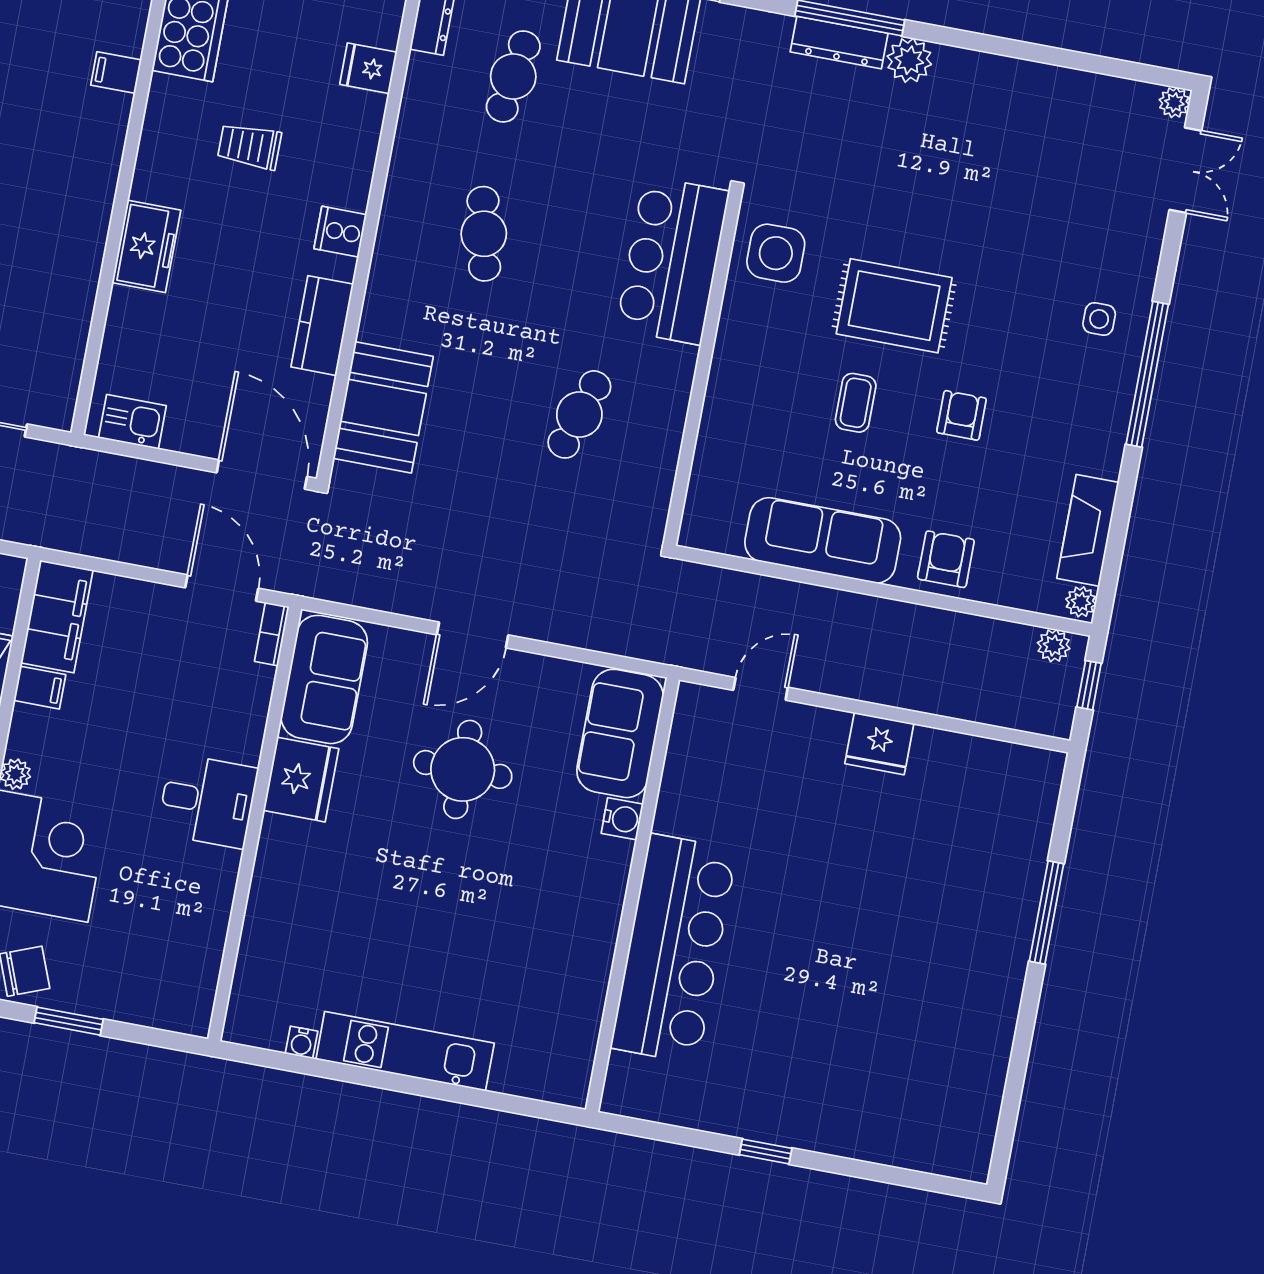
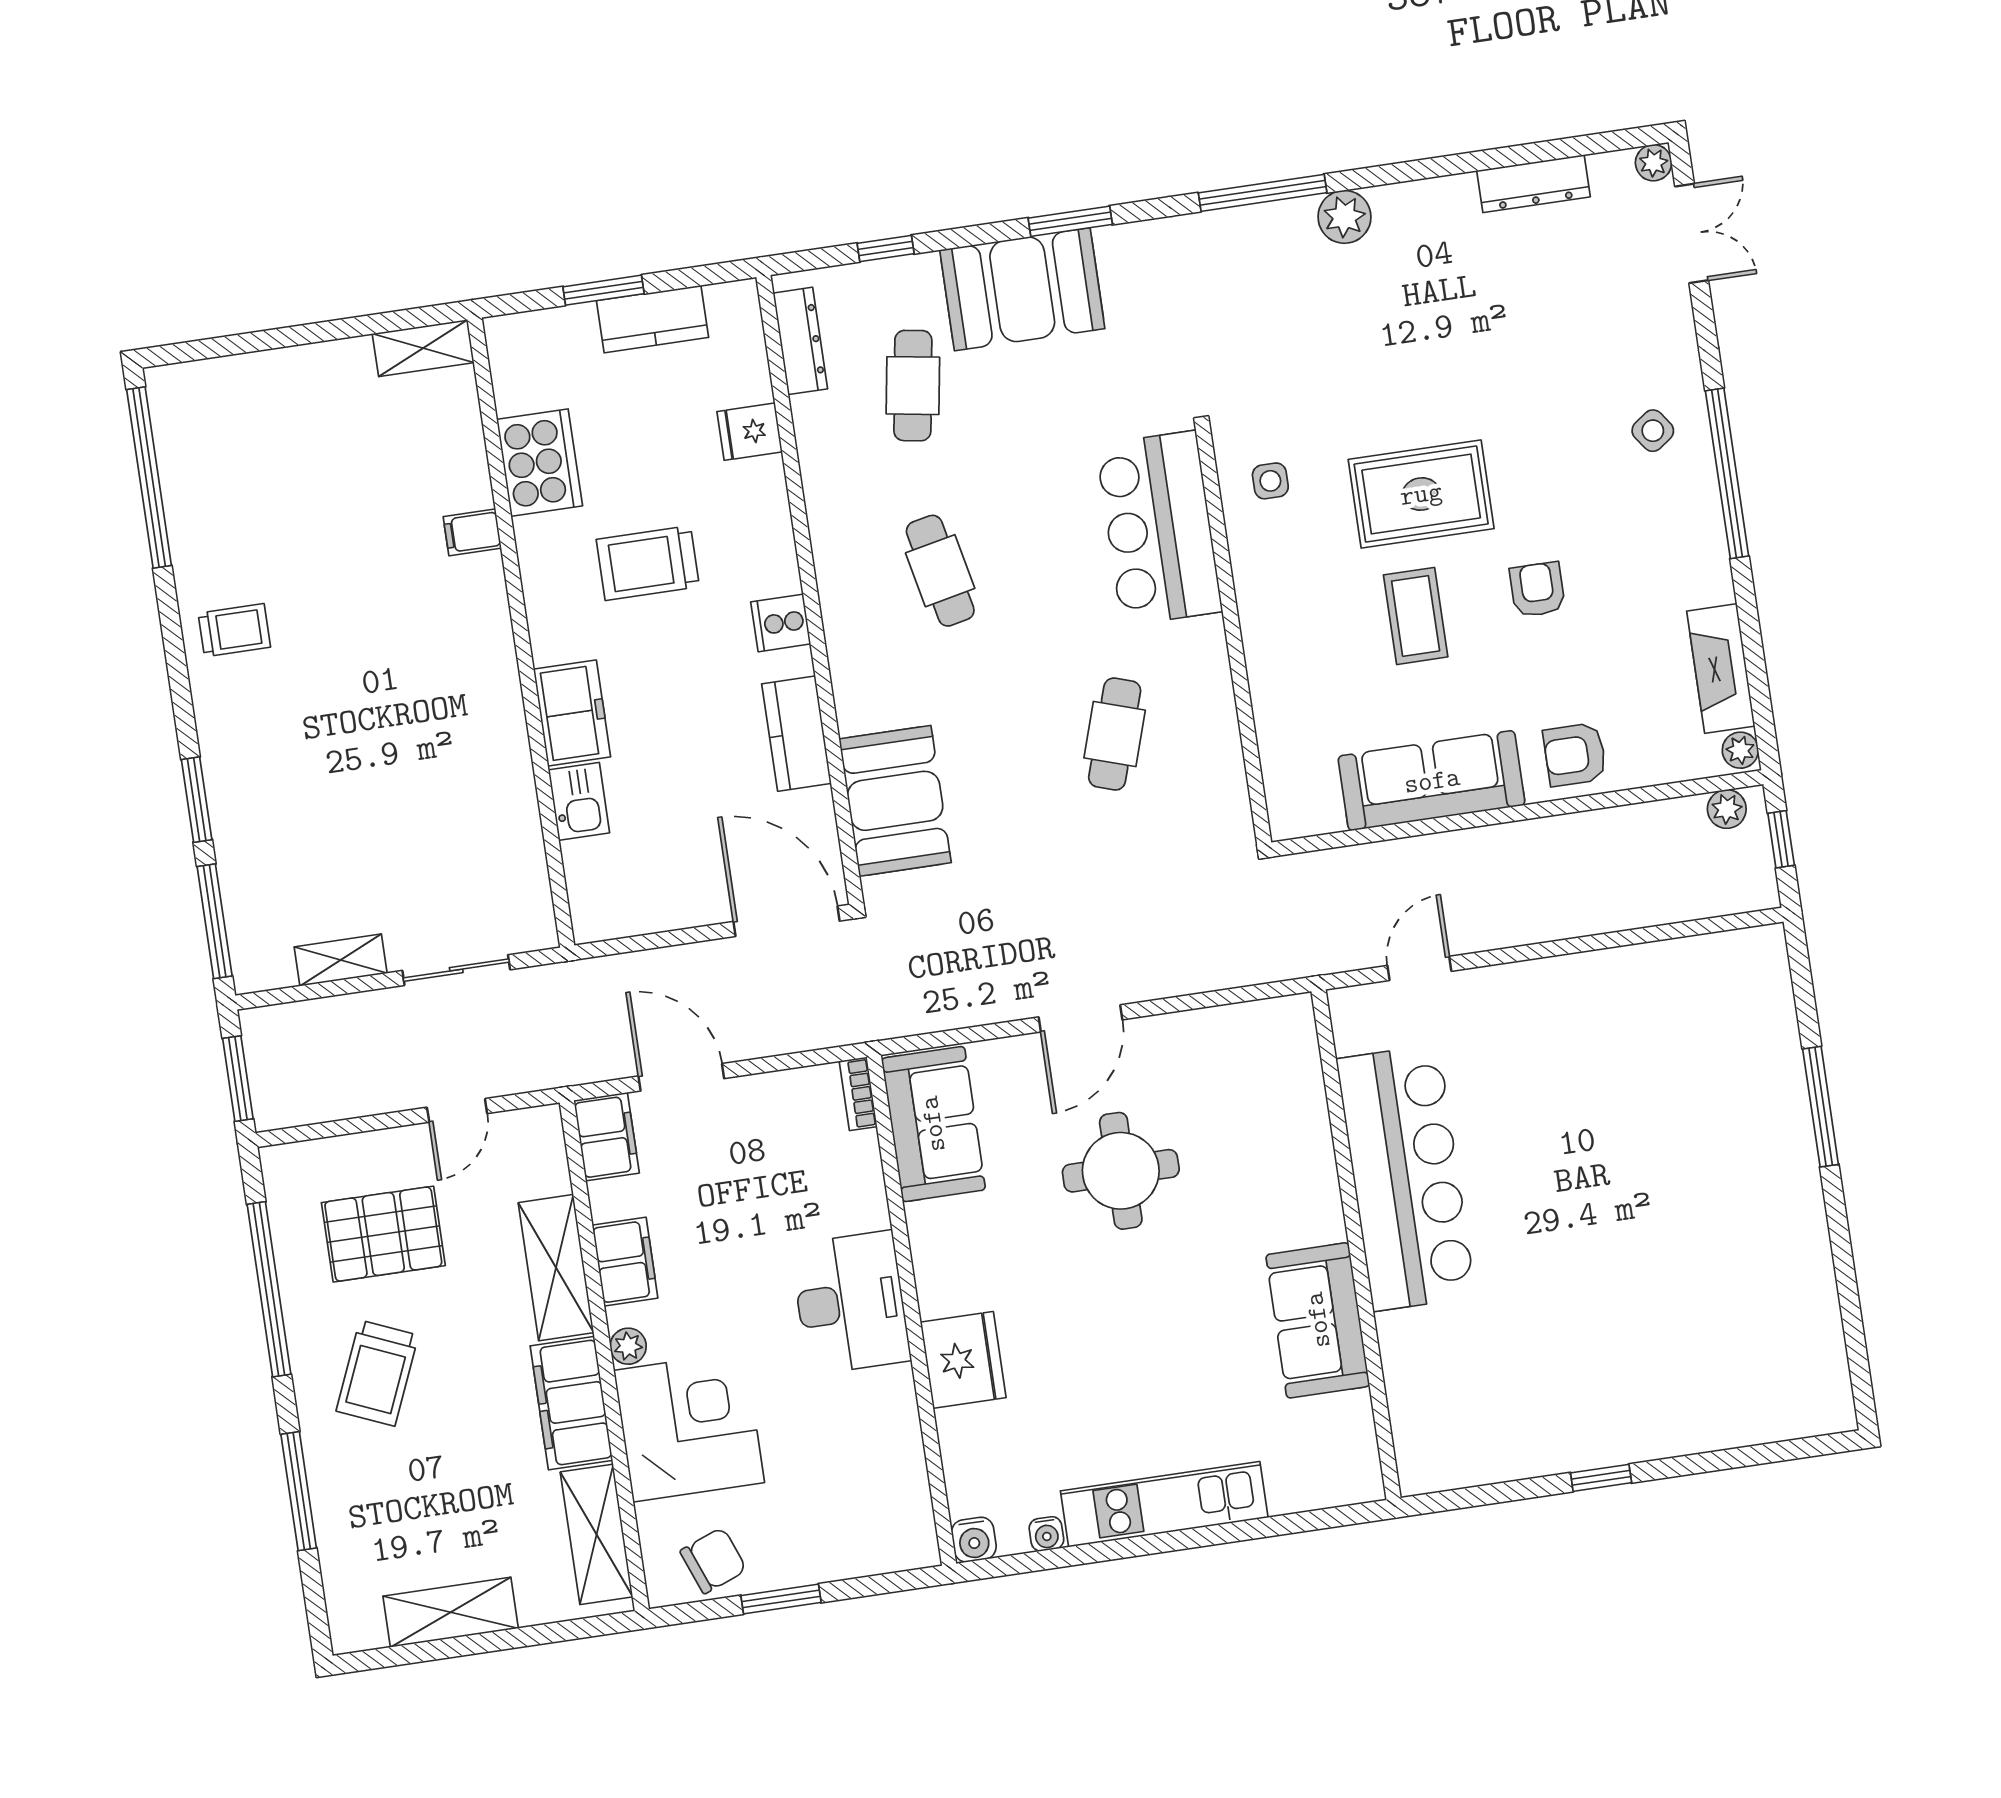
dresser: (839, 43) -> (1533, 184), moved
trolley: (249, 146) -> (648, 563), width x1.36, depth x1.39
side table: (776, 253) -> (1270, 481), width x0.54, depth x0.54
side table: (1099, 319) -> (1653, 431), turned -36
coffee table: (856, 403) -> (1416, 616), width x1.36, depth x1.30
kitchen sink: (132, 422) -> (579, 801), moved, turned 90
armchair: (946, 559) -> (1575, 755), turned -90
door: (222, 588) -> (681, 1077), moved
filing cabinet: (57, 616) -> (606, 1137), width x0.67, depth x0.86
filing cabinet: (40, 688) -> (625, 1262), width x2.00
sofa: (620, 733) -> (1318, 1320), moved
fridge: (879, 744) -> (1571, 984), removed
fridge: (301, 780) -> (963, 1360), moved
desk: (208, 801) -> (851, 1303), width x1.37
water cooler: (622, 819) -> (974, 1540), moved, turned 90
bar counter: (674, 949) -> (1406, 1178), moved

